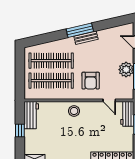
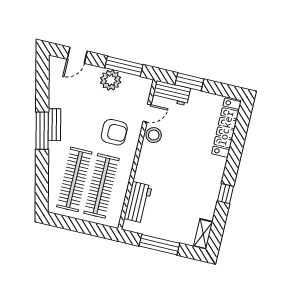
stool: (74, 111) -> (154, 135), moved
workbench: (31, 115) -> (138, 202), moved, turned 90
window: (20, 130) -> (159, 245), width x2.17

